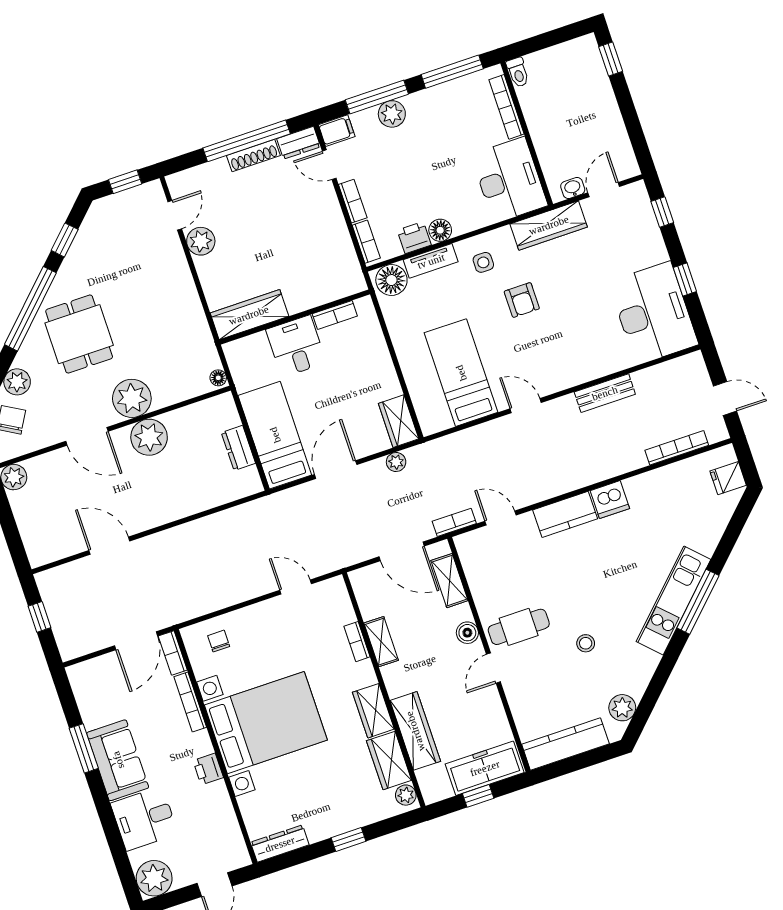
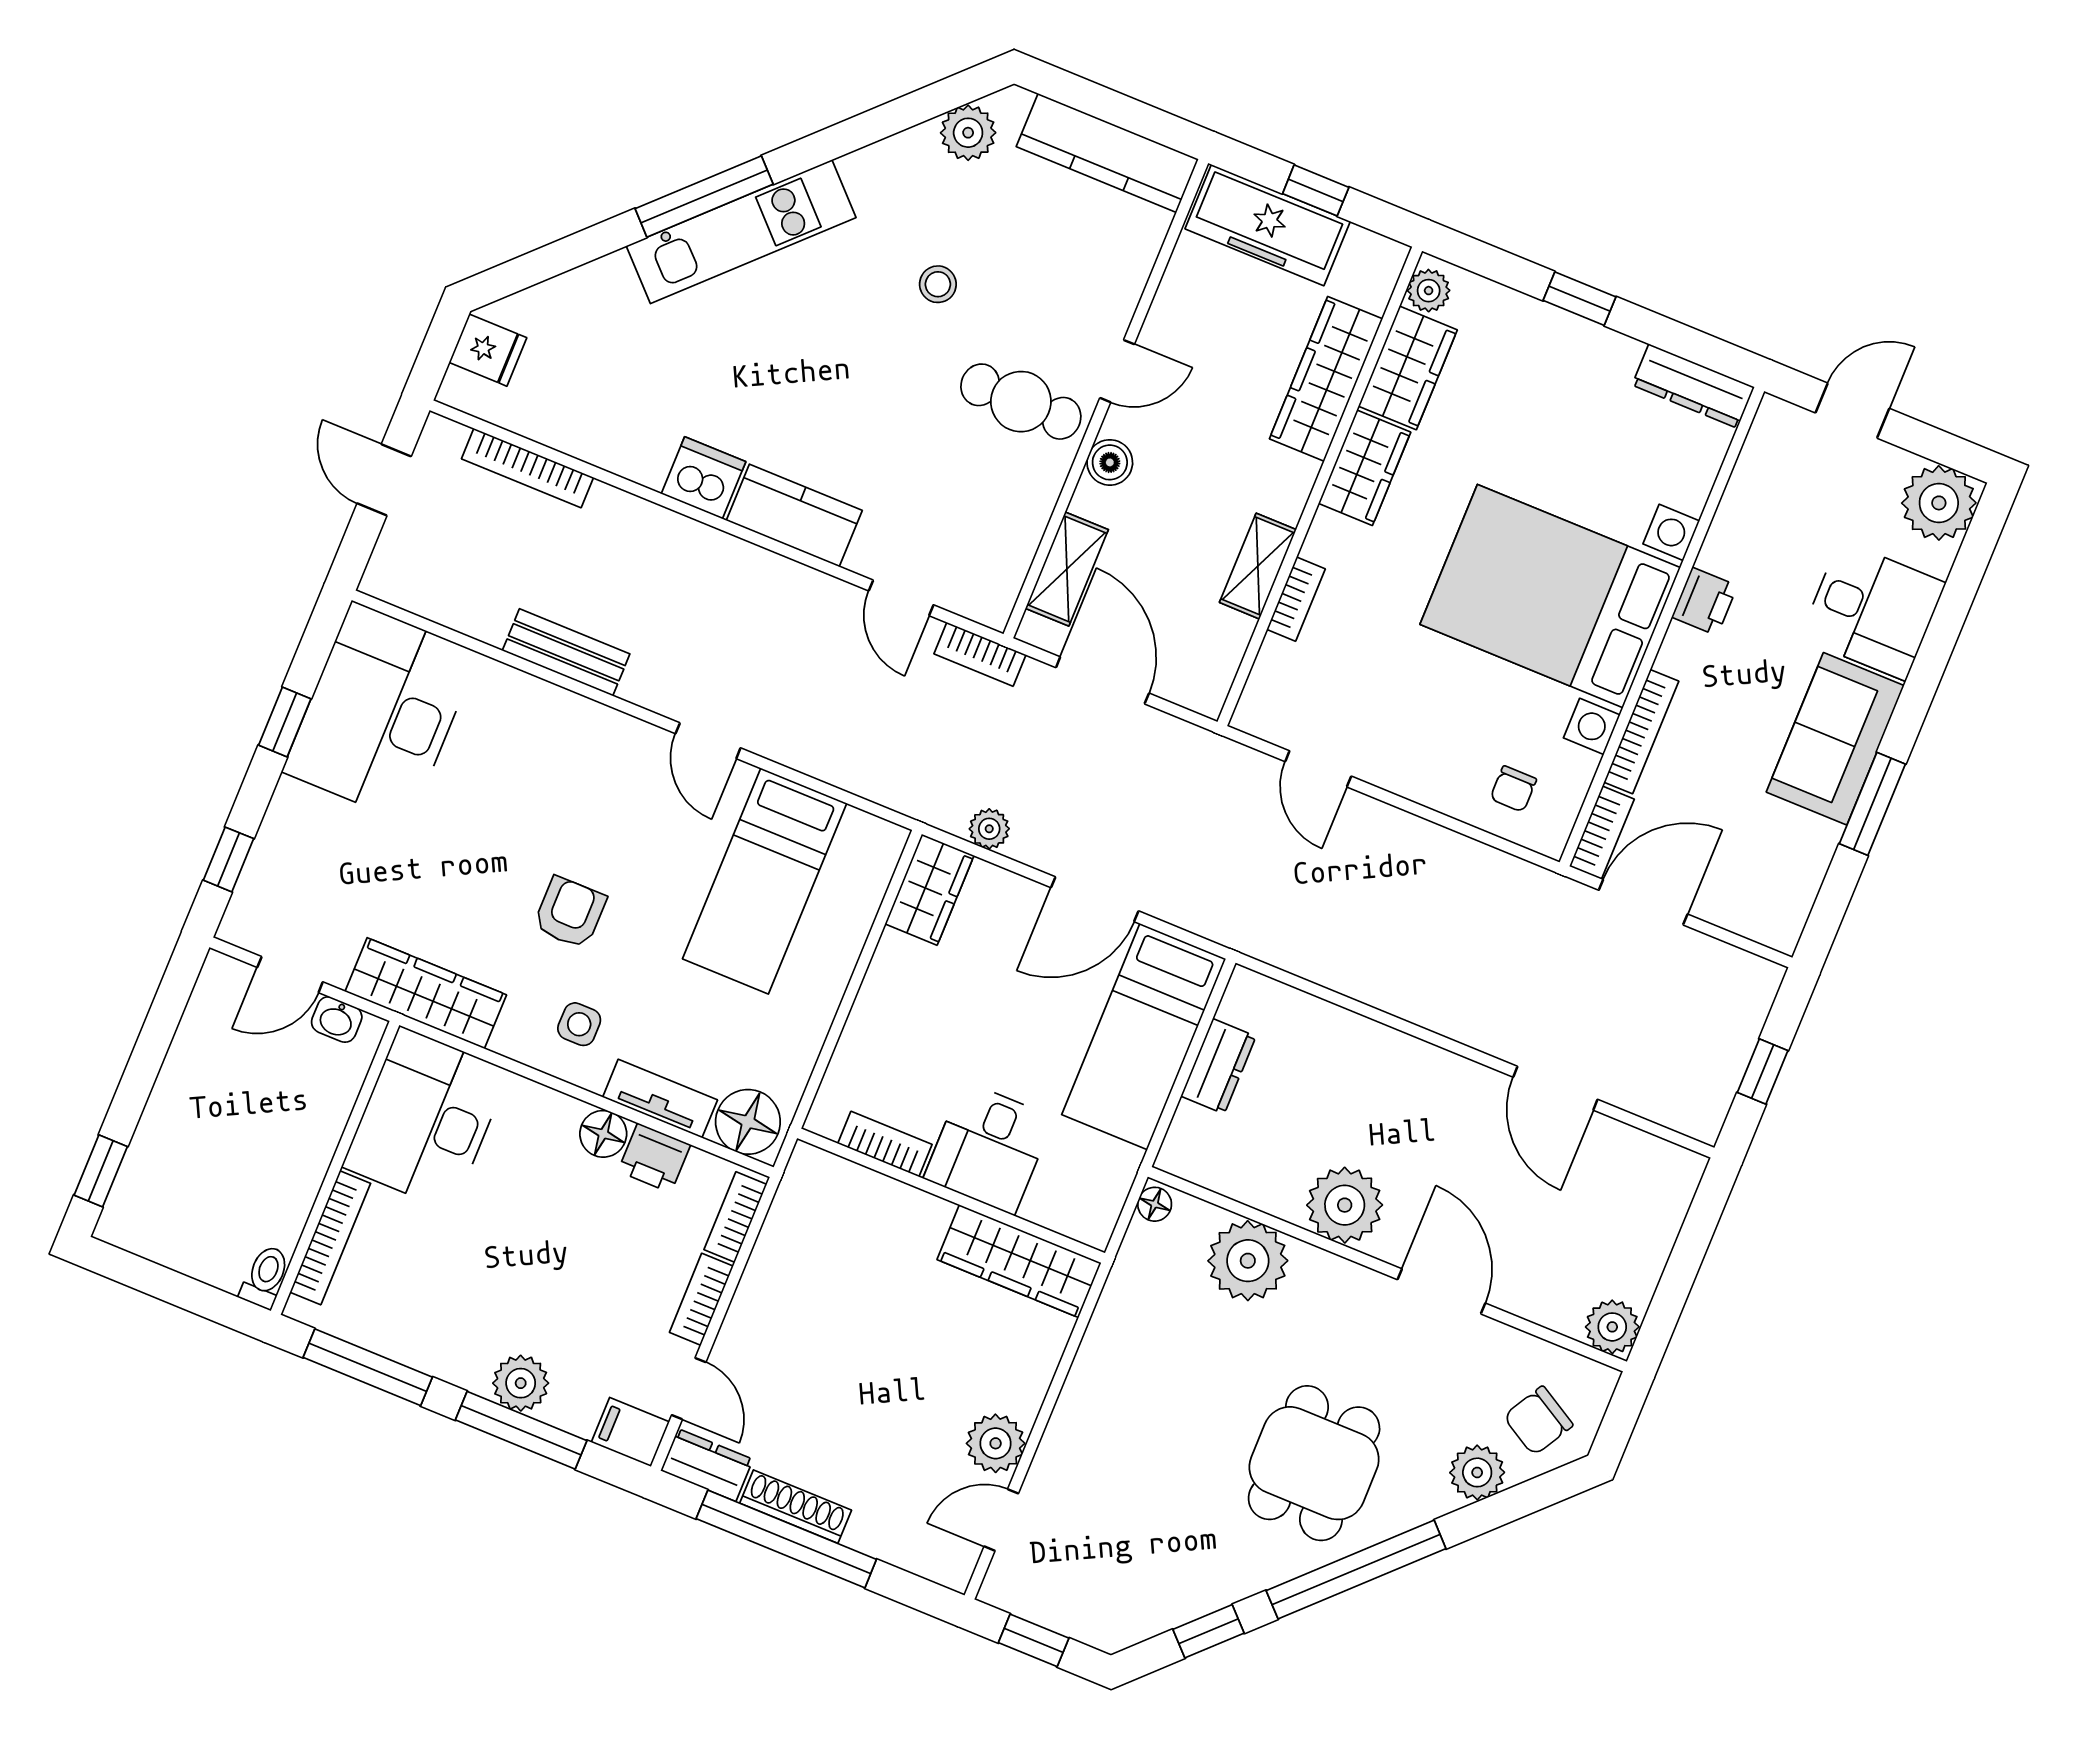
plant: (132, 398) -> (1248, 1261), moved

